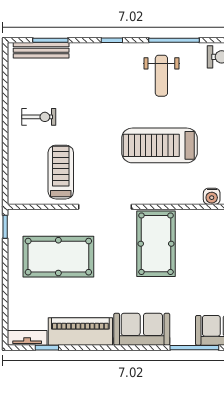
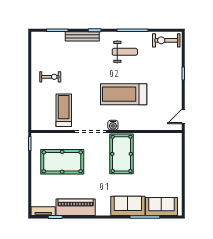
bench: (41, 50) -> (82, 36), moved
weight bench: (161, 76) -> (125, 52), turned -90
water cooler: (212, 196) -> (113, 125), moved
sofa: (142, 329) -> (128, 206), moved

